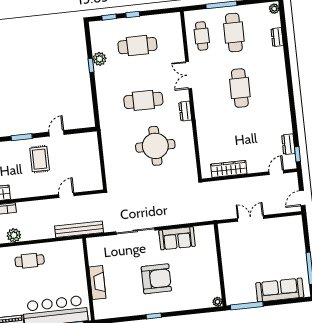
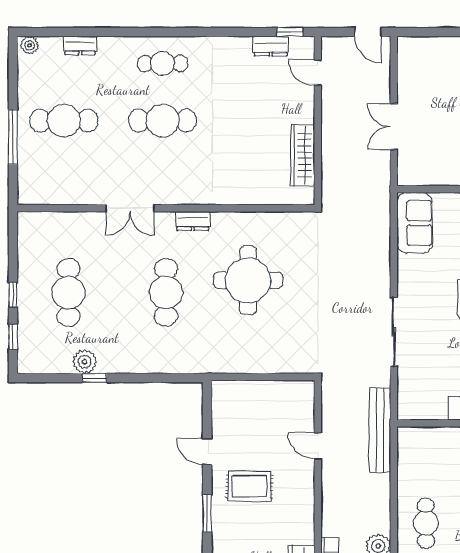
cafe table: (202, 36) -> (163, 63), moved
sofa: (177, 238) -> (415, 223), moved

